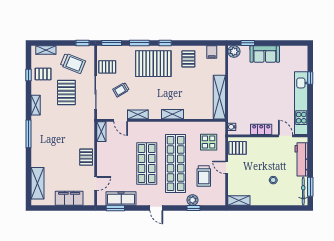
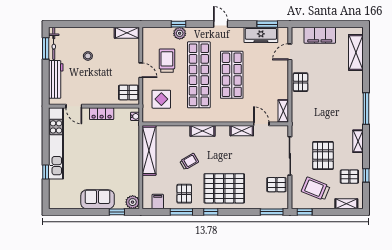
window: (139, 43) -> (181, 212), moved
trolley: (121, 90) -> (189, 161), moved

